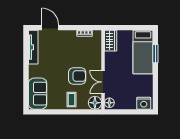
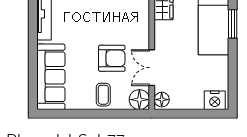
sofa: (38, 94) -> (51, 77), width x1.36

